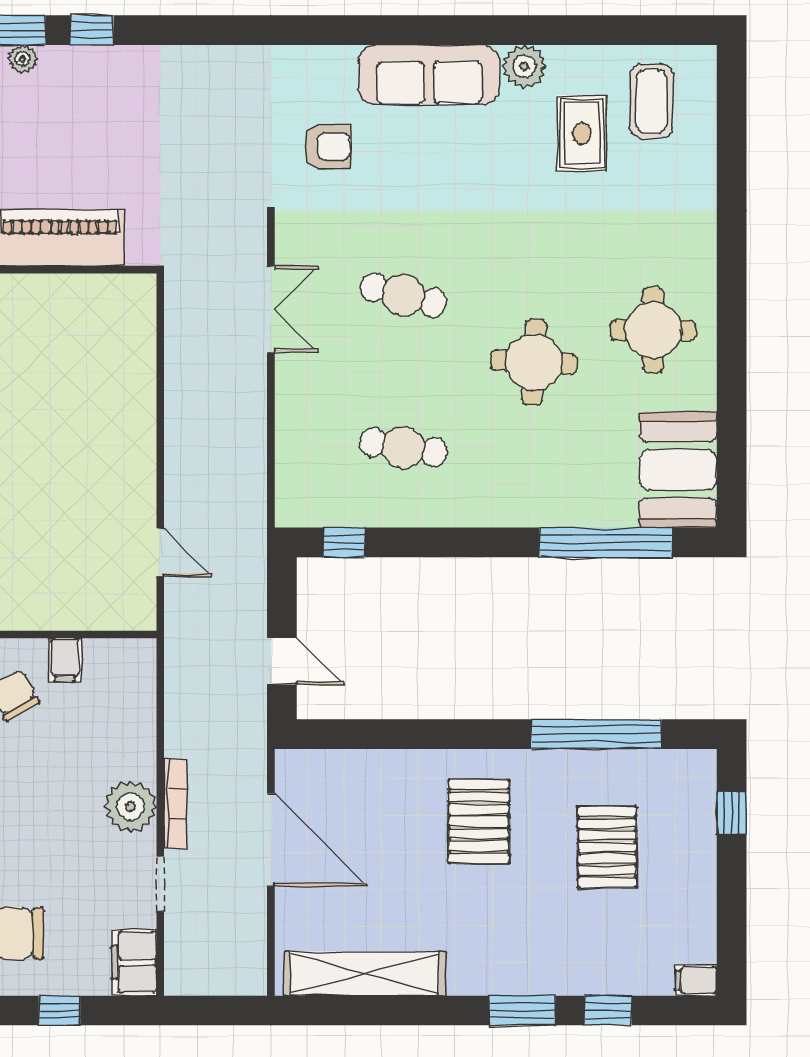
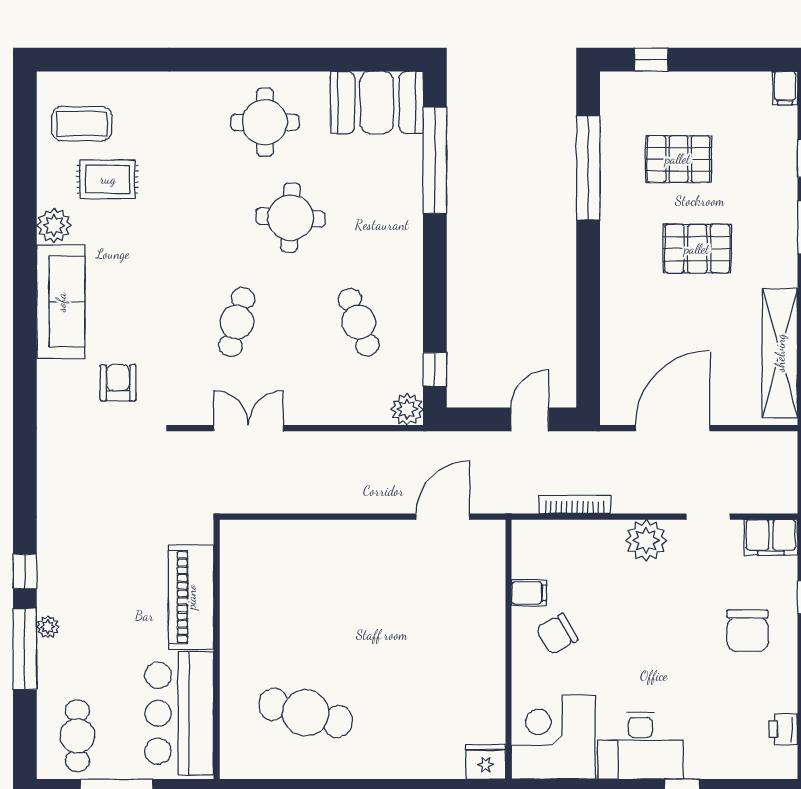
cafe table: (403, 447) -> (359, 322), turned -30
plant: (295, 508) -> (407, 409), added
door: (160, 552) -> (443, 517), width x1.38
bookcase: (175, 804) -> (575, 505), moved
pallet: (479, 821) -> (697, 249), moved

